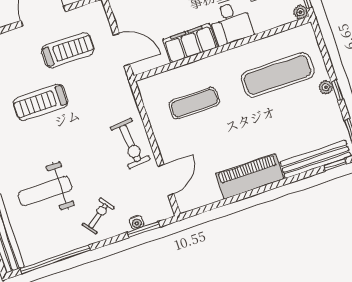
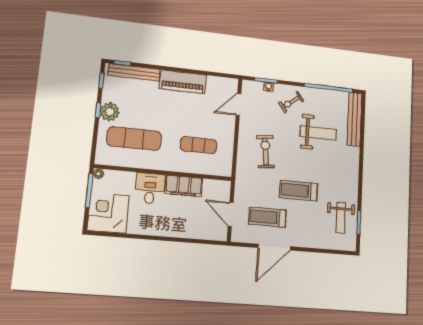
door: (122, 50) -> (231, 214), moved
plant: (326, 87) -> (110, 112), width x1.88, depth x1.88
treadmill: (41, 102) -> (299, 191), turned 180
exercise bike: (130, 143) -> (266, 151), moved

